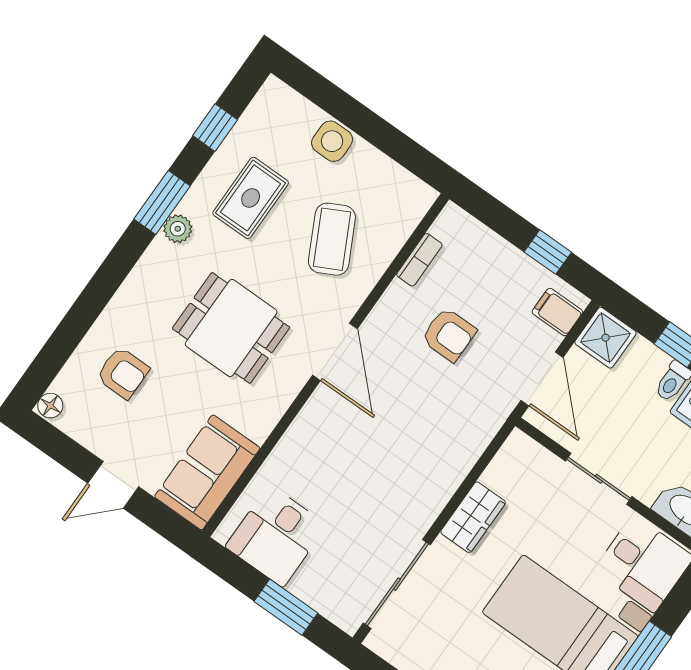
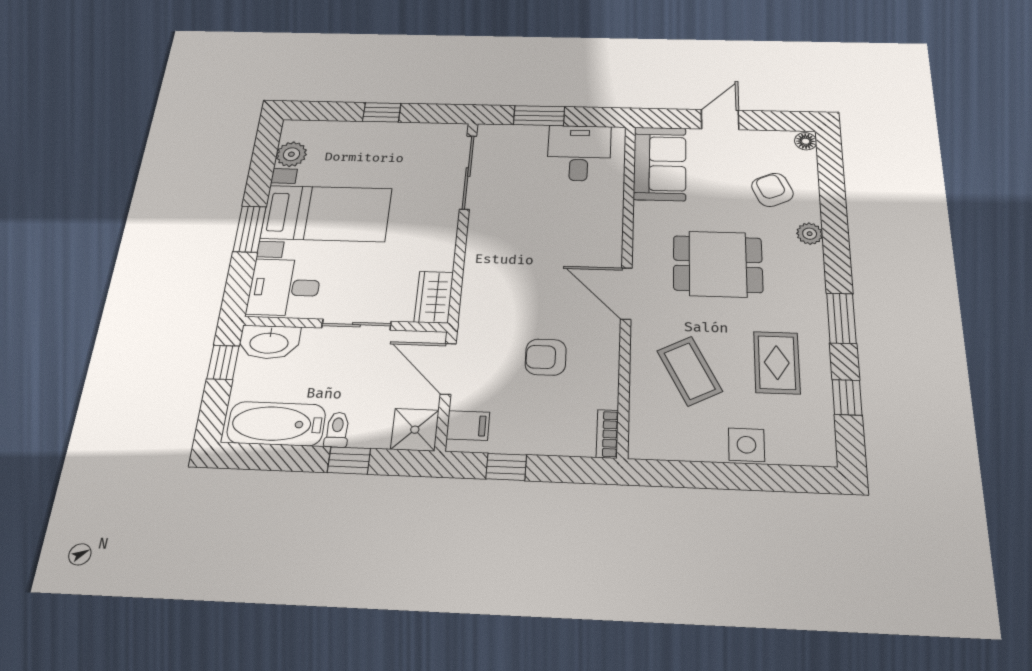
plant: (178, 229) -> (810, 234), moved
bookcase: (419, 260) -> (607, 434), moved
armchair: (123, 373) -> (772, 190), turned 66
wardrobe: (473, 517) -> (434, 297), moved

